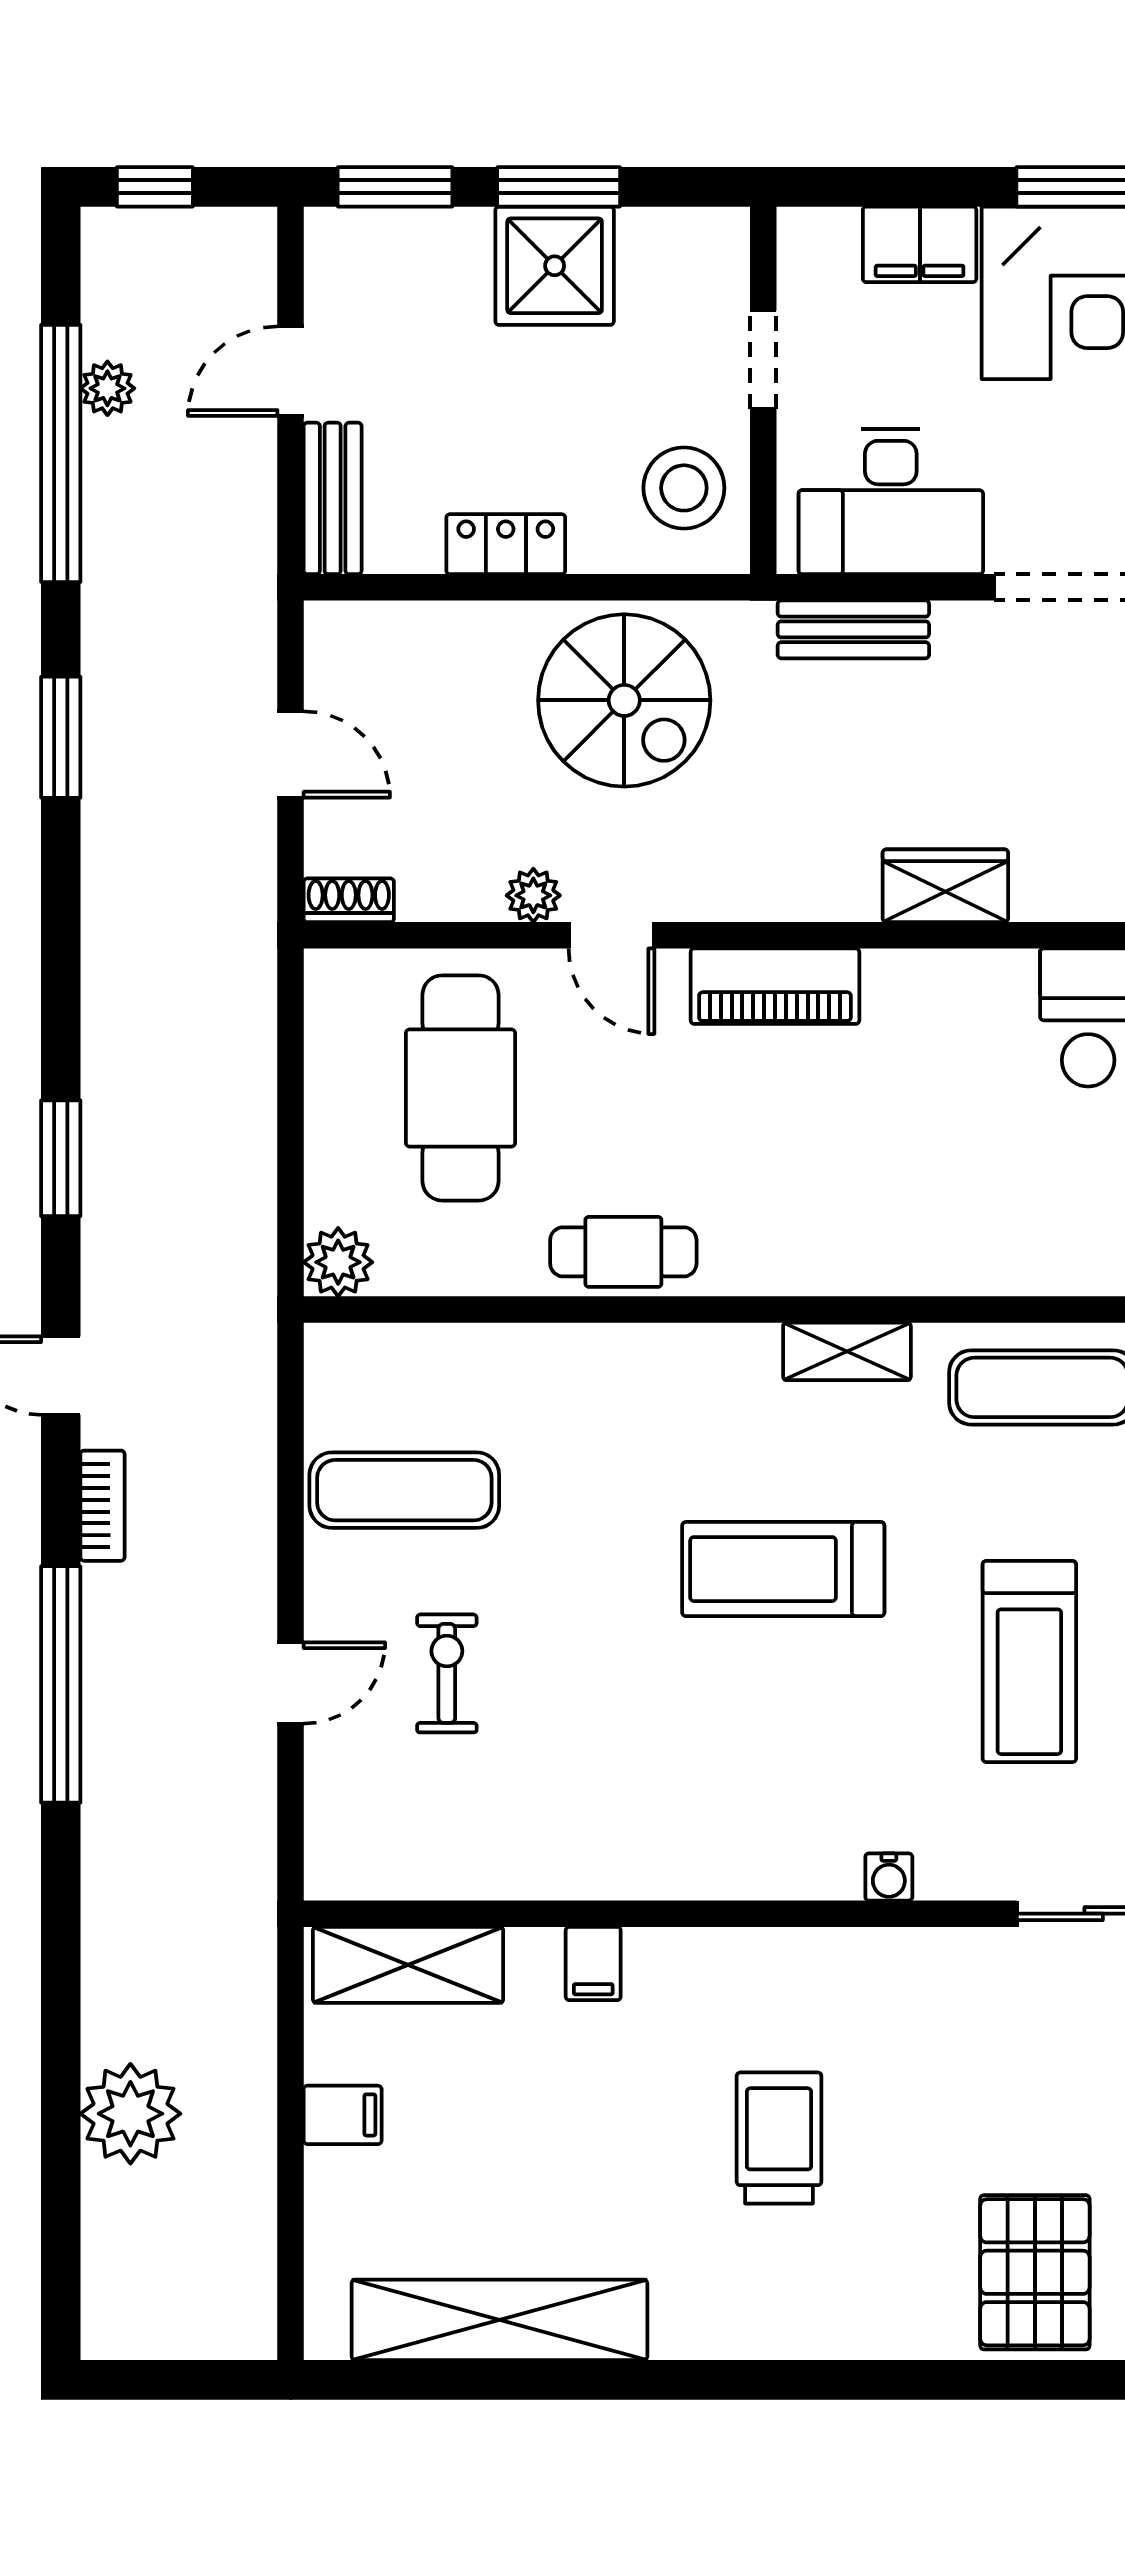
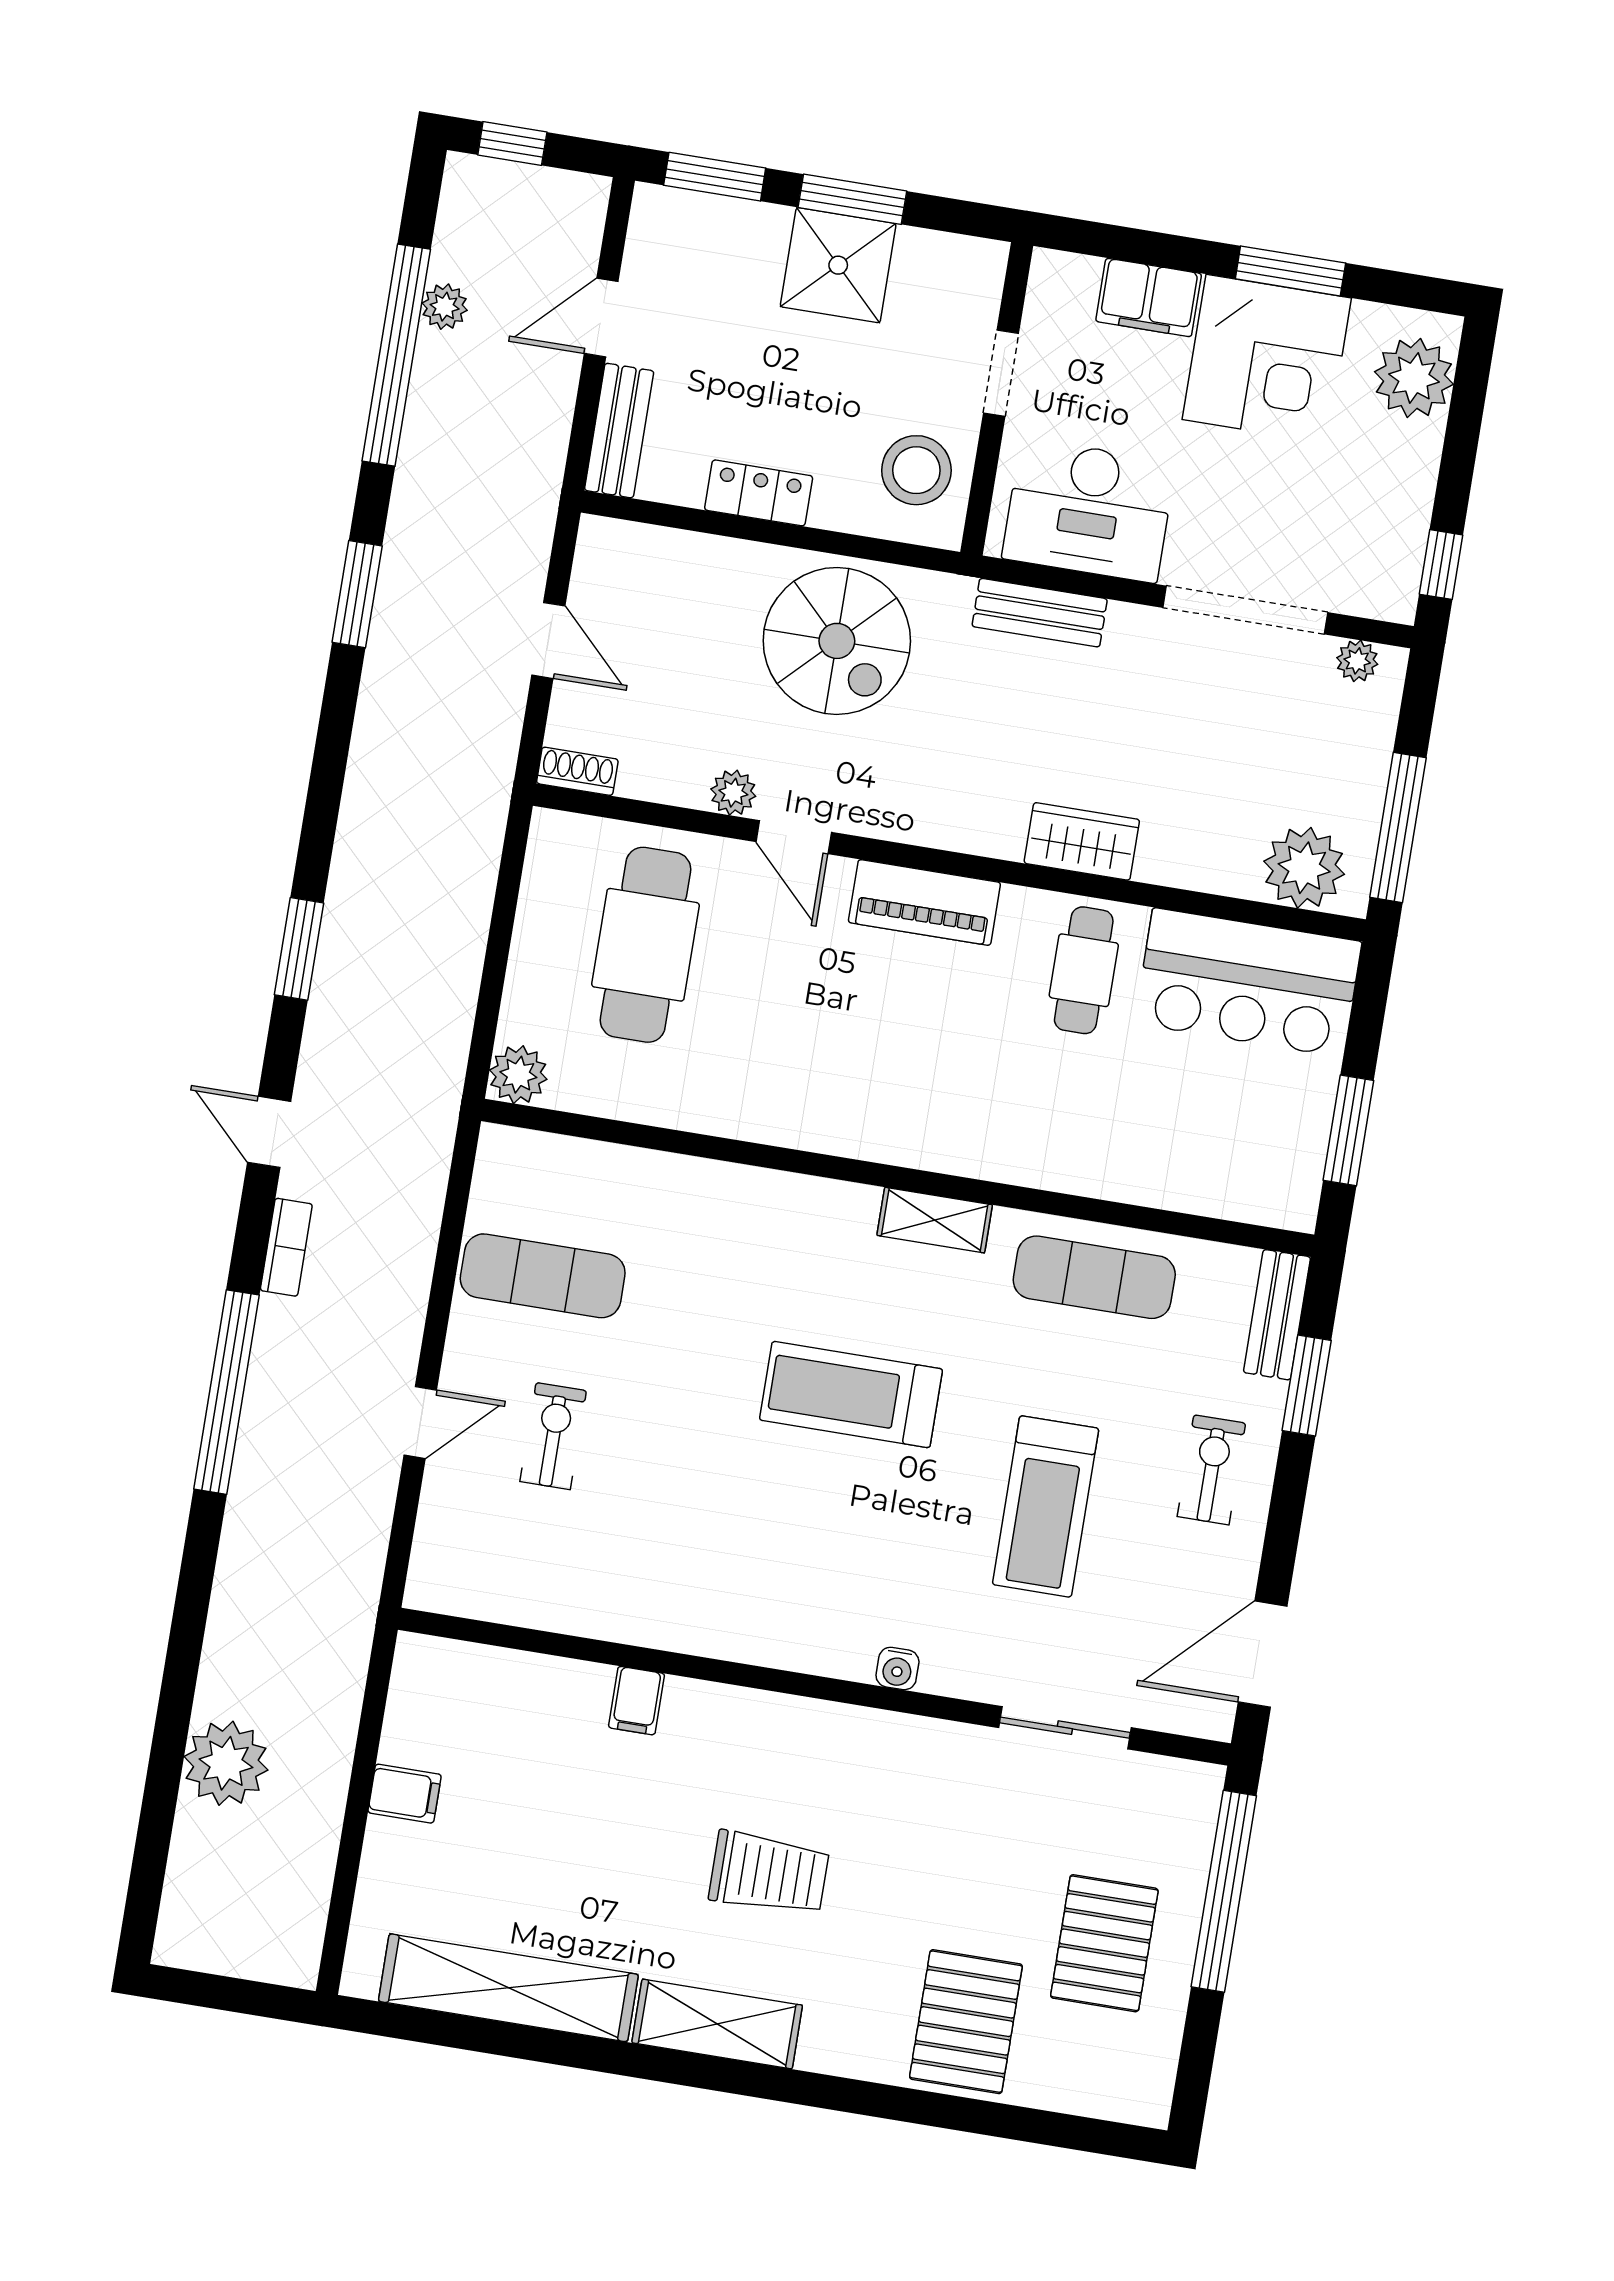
cafe table: (623, 1252) -> (1084, 970), moved, turned 90
shelving: (408, 1965) -> (717, 2024), moved
trolley: (779, 2138) -> (769, 1873), turned 90

